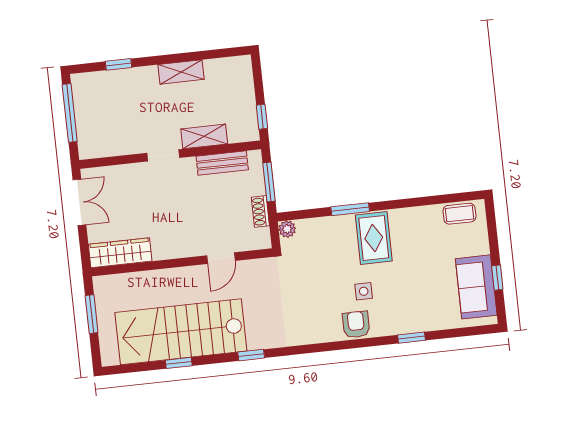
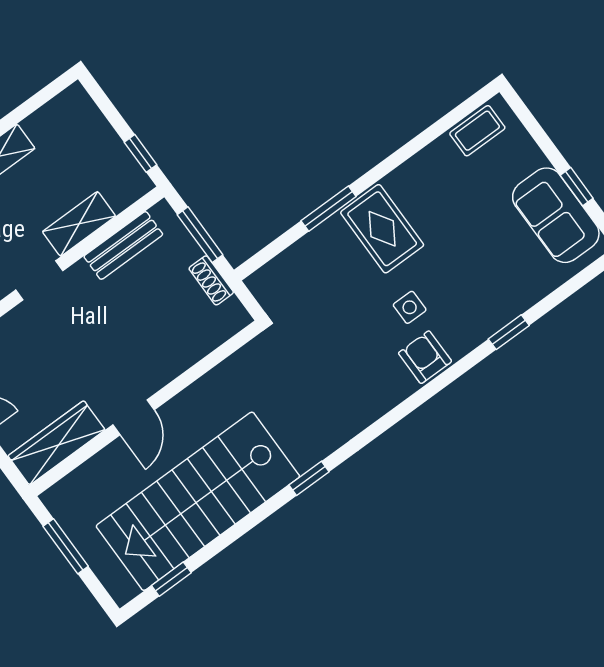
plant: (287, 229) -> (260, 283), removed
door: (221, 258) -> (134, 417), moved
window: (179, 363) -> (171, 579), moved

